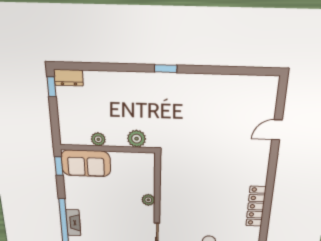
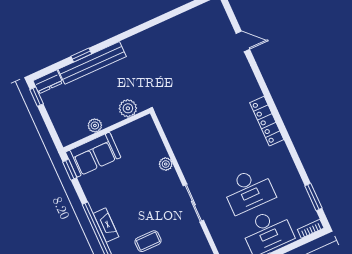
window: (166, 69) -> (81, 55), moved
bench: (121, 80) -> (92, 63), added
door: (277, 130) -> (243, 41), swing flipped

